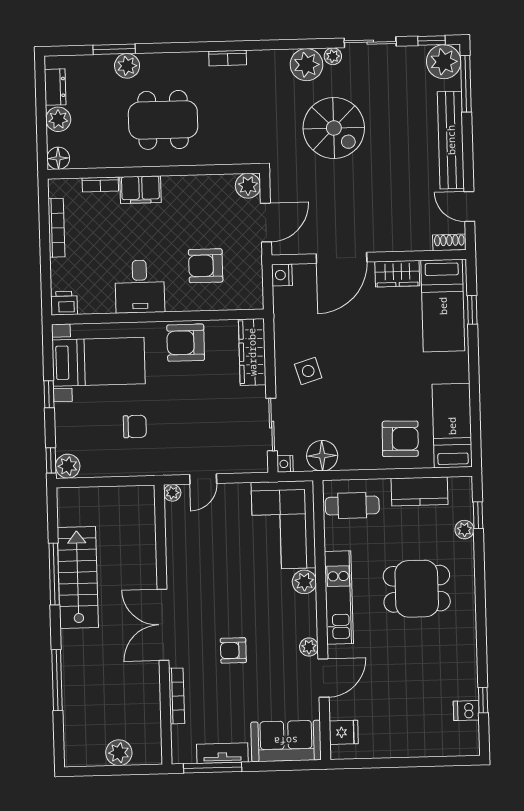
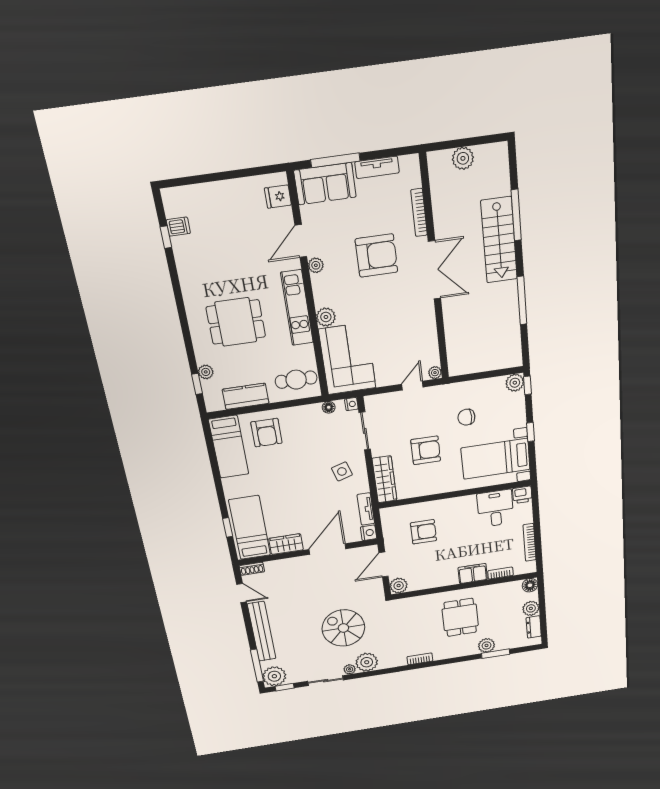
dining table: (163, 120) -> (460, 617), width x0.73
desk: (140, 287) -> (495, 508), moved
tv unit: (282, 311) -> (366, 509), added
armchair: (186, 343) -> (426, 450), moved
armchair: (400, 439) -> (266, 433), turned -91
floor lamp: (322, 456) -> (329, 407), width x0.53, depth x0.53
stairs: (78, 578) -> (499, 240), moved
armchair: (233, 650) -> (376, 256), width x1.88, depth x1.88
window: (213, 768) -> (335, 160), moved

